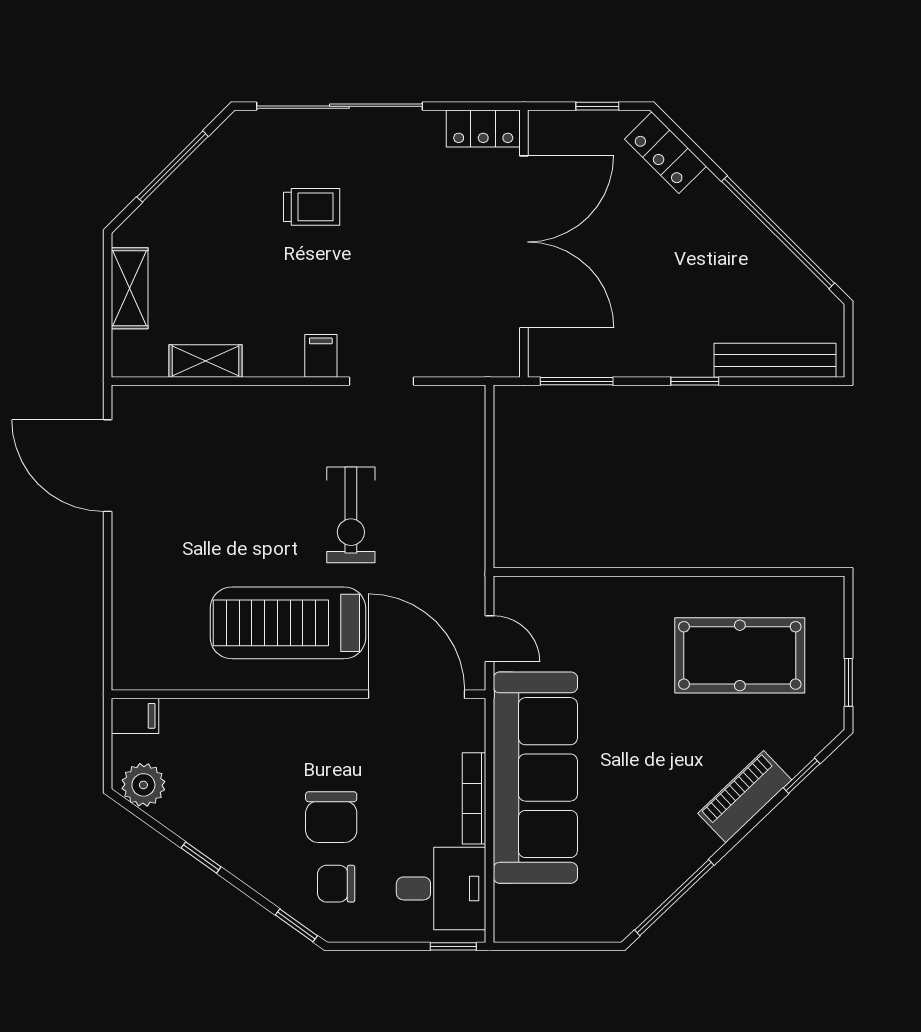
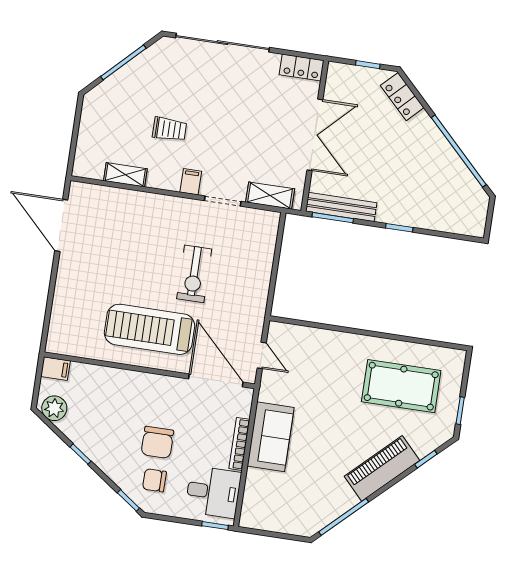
trolley: (312, 207) -> (169, 129), moved
double door: (524, 242) -> (315, 135), width x0.73
shelving: (130, 288) -> (270, 196), moved, turned 90
bench: (775, 360) -> (341, 207), moved
sofa: (535, 778) -> (271, 437), width x0.54, depth x0.79
piano: (745, 797) -> (382, 468), width x1.37, depth x1.33

